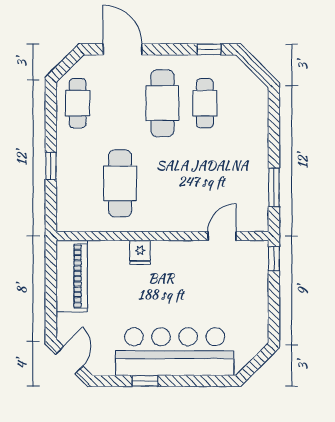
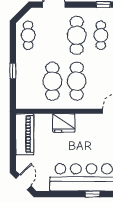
cafe table: (162, 183) -> (77, 81), added
fridge: (140, 252) -> (64, 123), width x1.88, depth x1.34
window: (145, 381) -> (93, 194), moved

